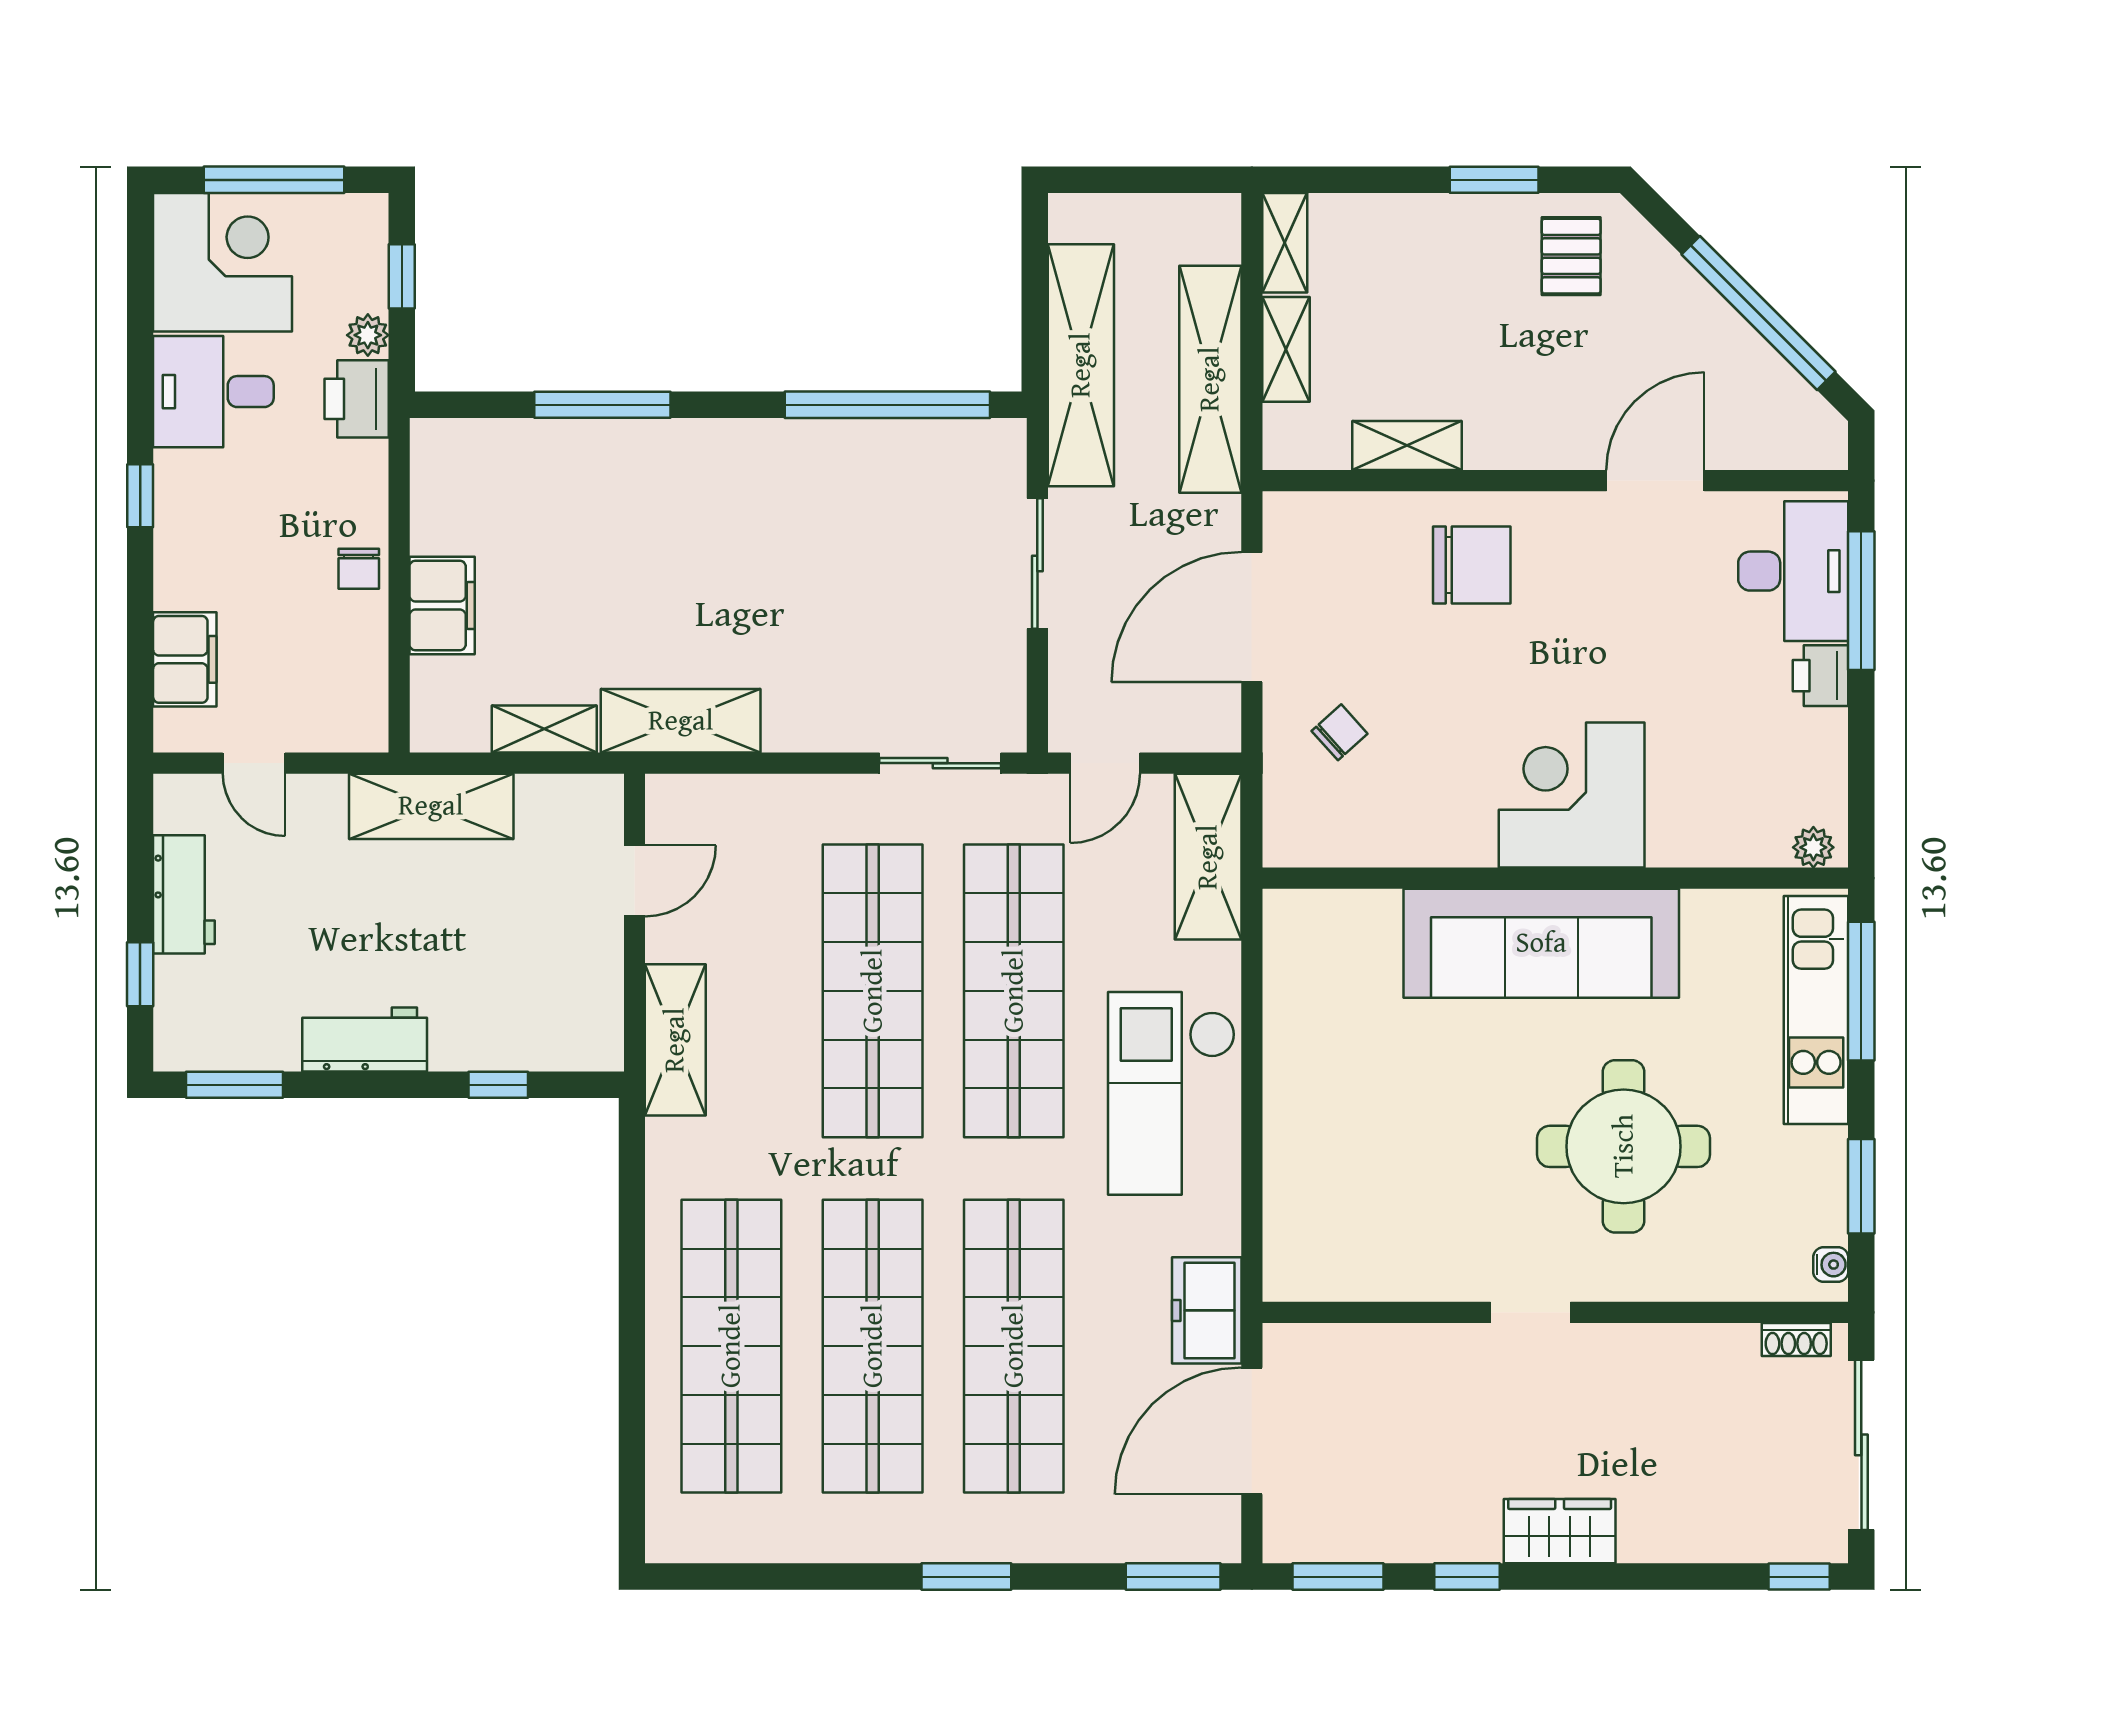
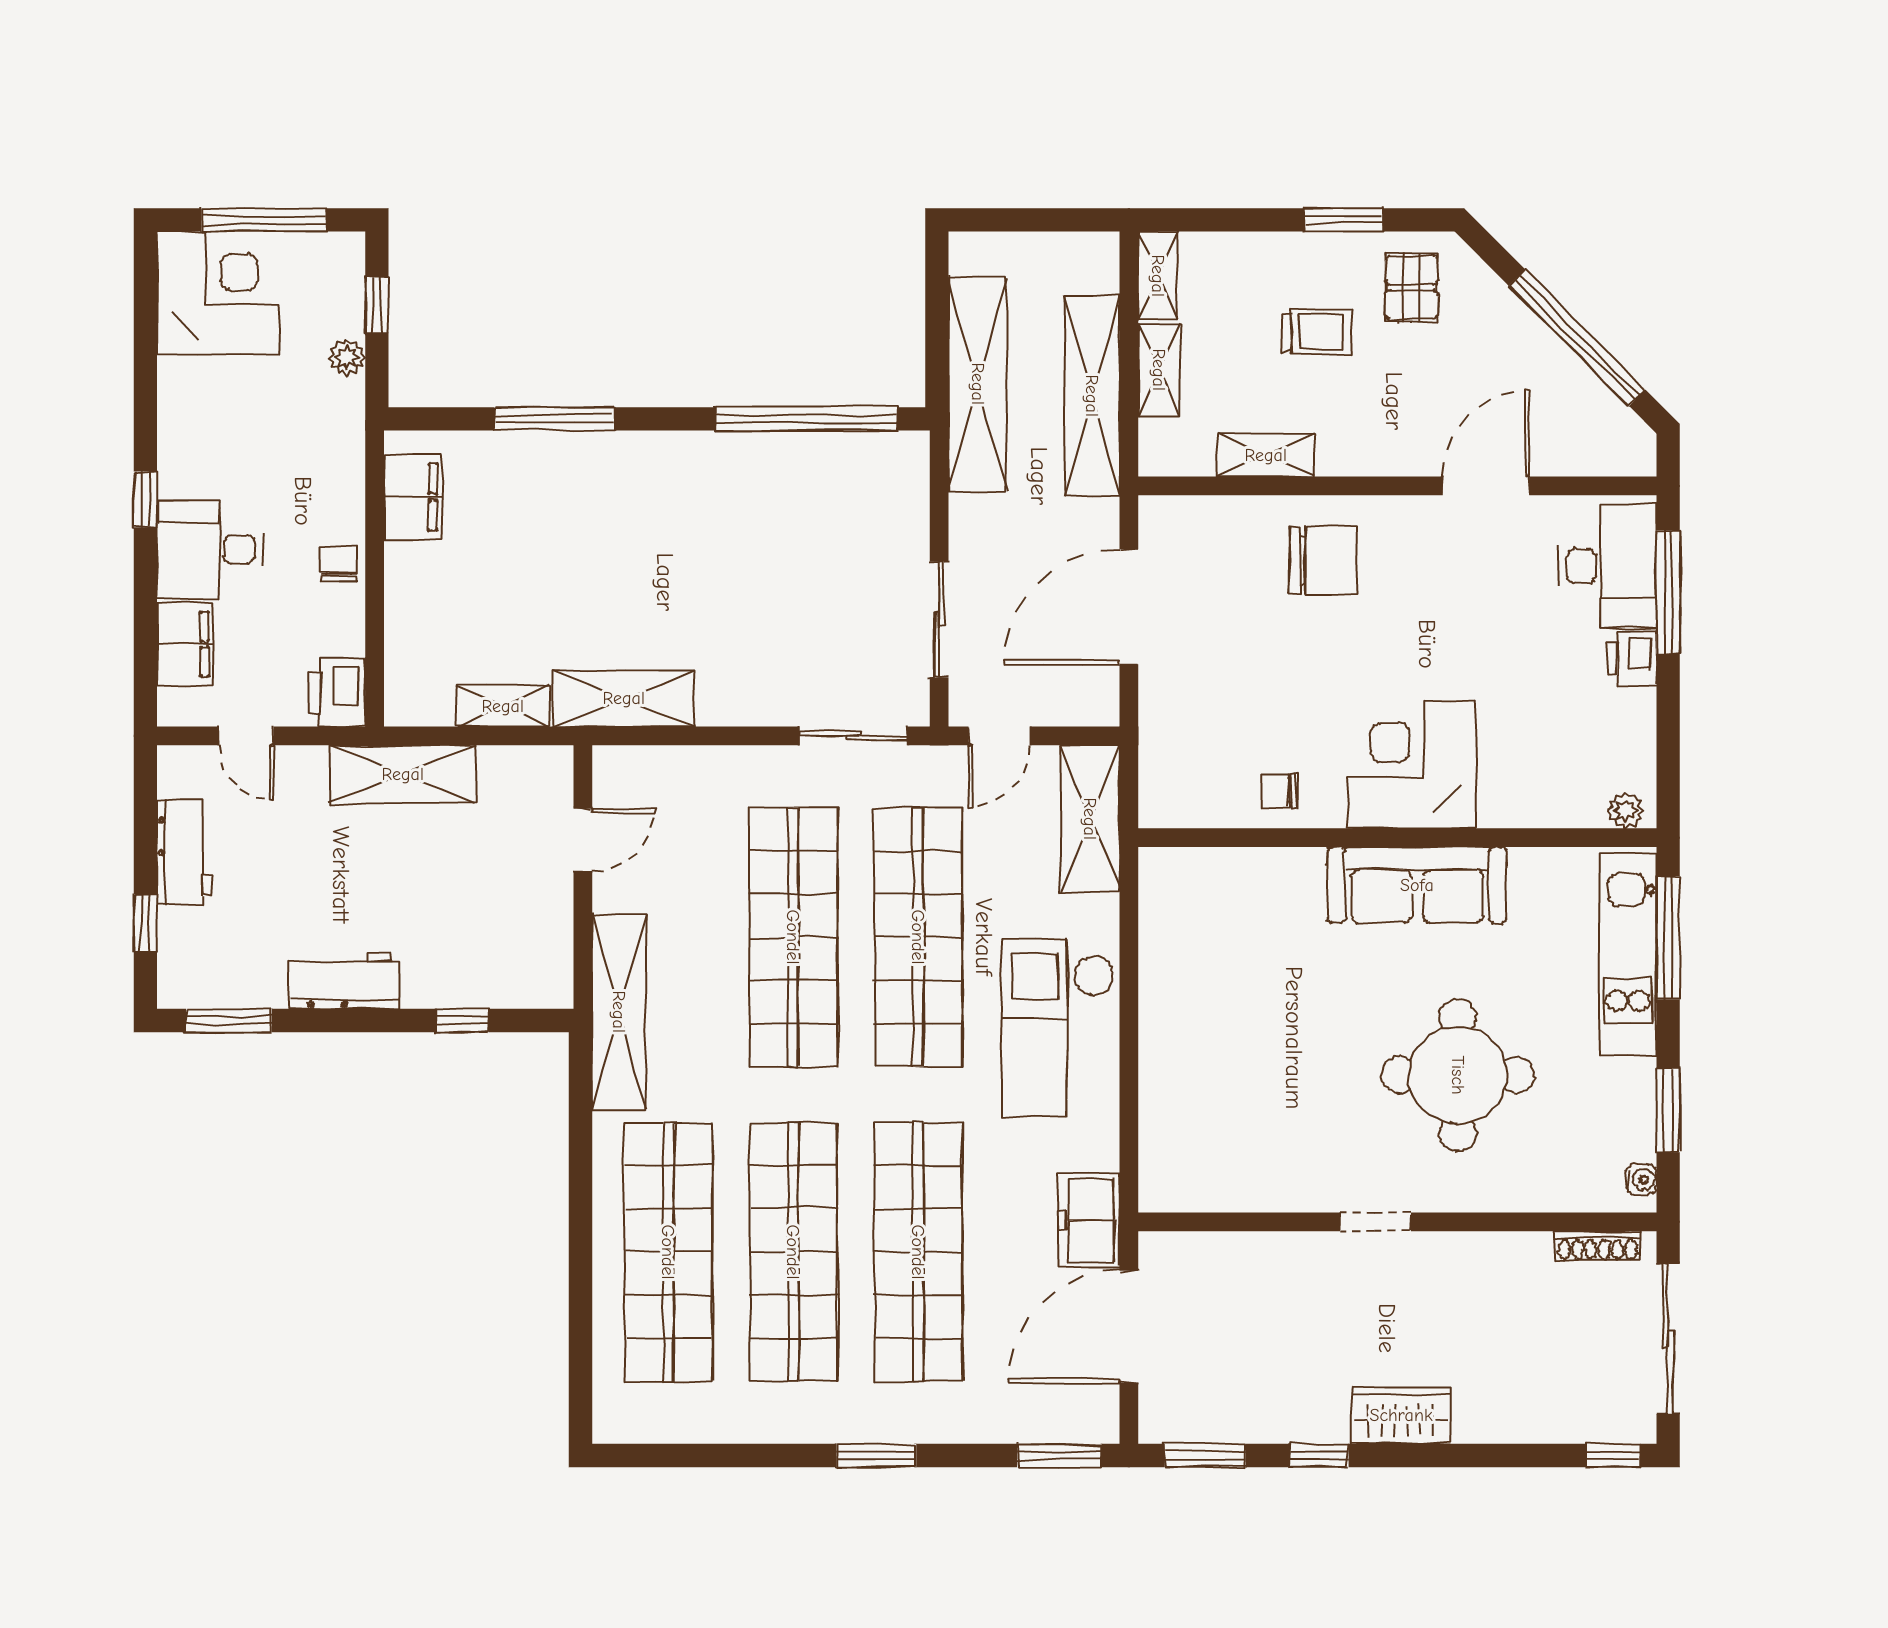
trolley: (1464, 306) -> (1317, 332), added
desk: (213, 392) -> (210, 549), moved
printer: (357, 399) -> (337, 692), moved
sliding door: (1037, 564) -> (939, 619), moved
chair: (359, 569) -> (339, 564), turned 180
filing cabinet: (442, 605) -> (413, 497), moved
chair: (1340, 732) -> (1279, 790), moved, turned -138
sofa: (1541, 943) -> (1417, 885), width x0.74, depth x0.79
shelving: (675, 1040) -> (619, 1012), width x1.47
shoe rack: (1796, 1340) -> (1597, 1246), width x1.43

